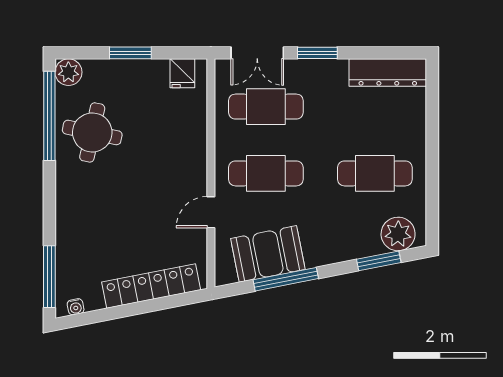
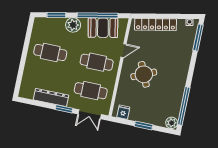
double door: (257, 53) -> (90, 114), swing flipped
dresser: (388, 73) -> (51, 97), moved
round table: (92, 132) -> (144, 74), moved, turned -36
plant: (398, 234) -> (73, 25), moved
window: (286, 279) -> (98, 15), width x1.46

